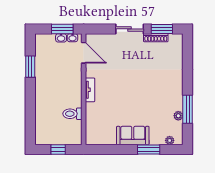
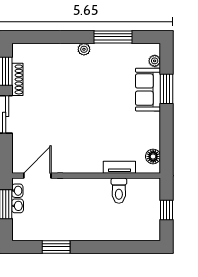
tv unit: (90, 90) -> (119, 167), moved
plant: (178, 116) -> (84, 49), moved
sofa: (133, 136) -> (148, 90), moved
floor lamp: (98, 139) -> (153, 156), added

